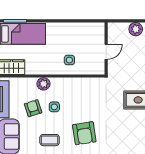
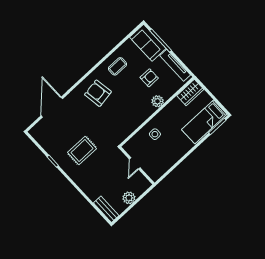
side table: (54, 107) -> (135, 92), removed
armchair: (33, 108) -> (149, 78), turned -72

